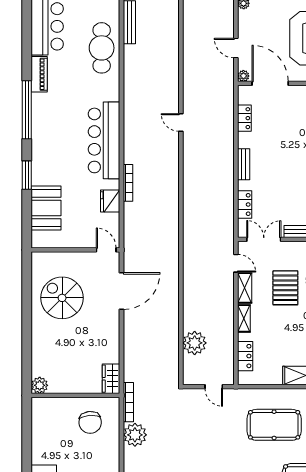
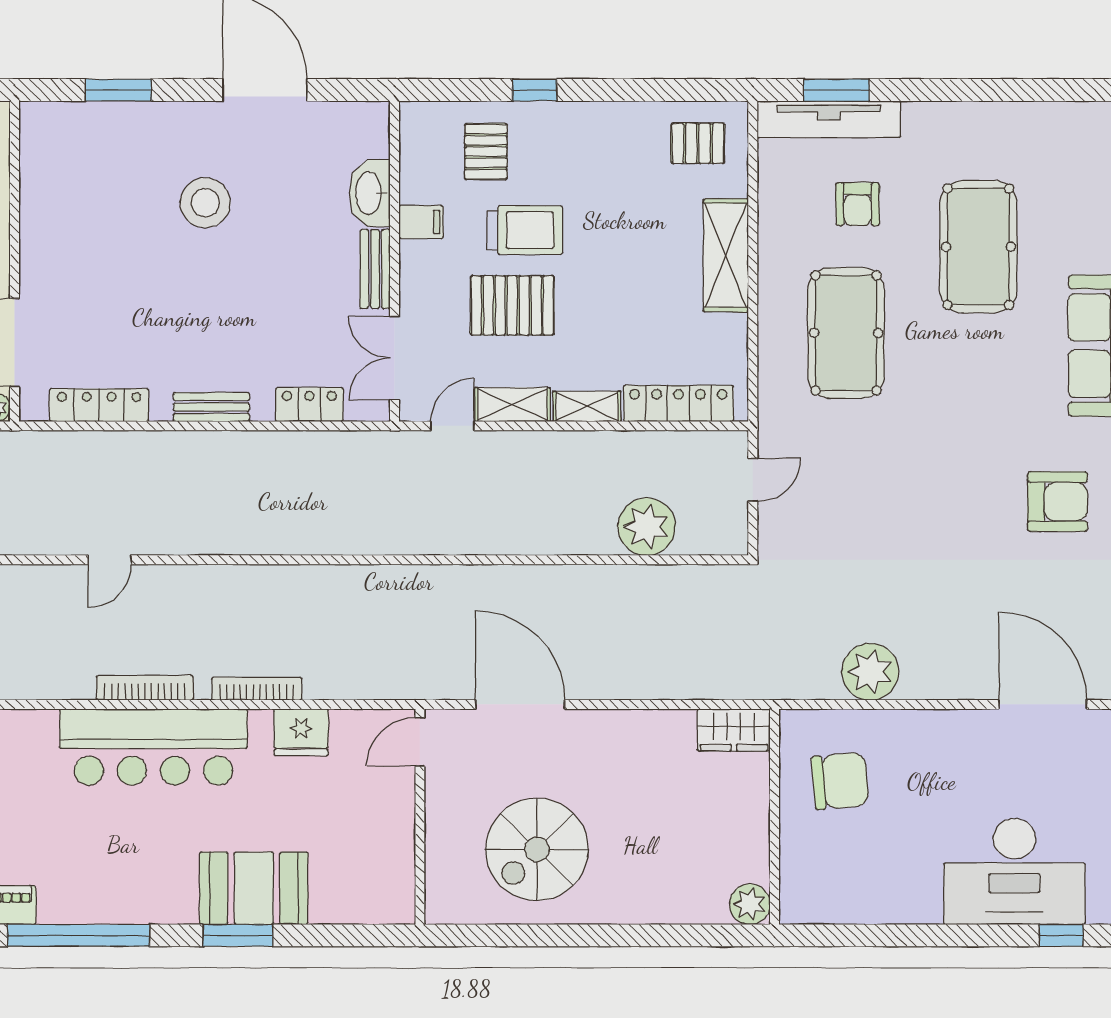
locker: (244, 118) -> (99, 405), width x1.53
booth: (46, 208) -> (254, 888), moved
locker: (245, 356) -> (678, 403), width x1.53
bookcase: (128, 402) -> (145, 688), moved

